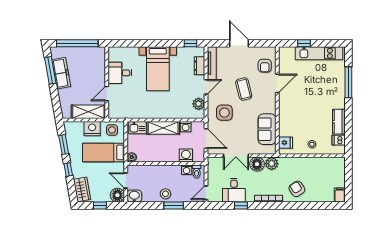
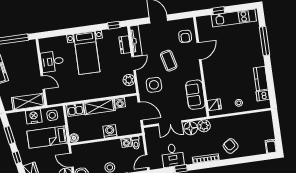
door: (107, 94) -> (43, 82), swing flipped
washing machine: (186, 156) -> (110, 131), moved

